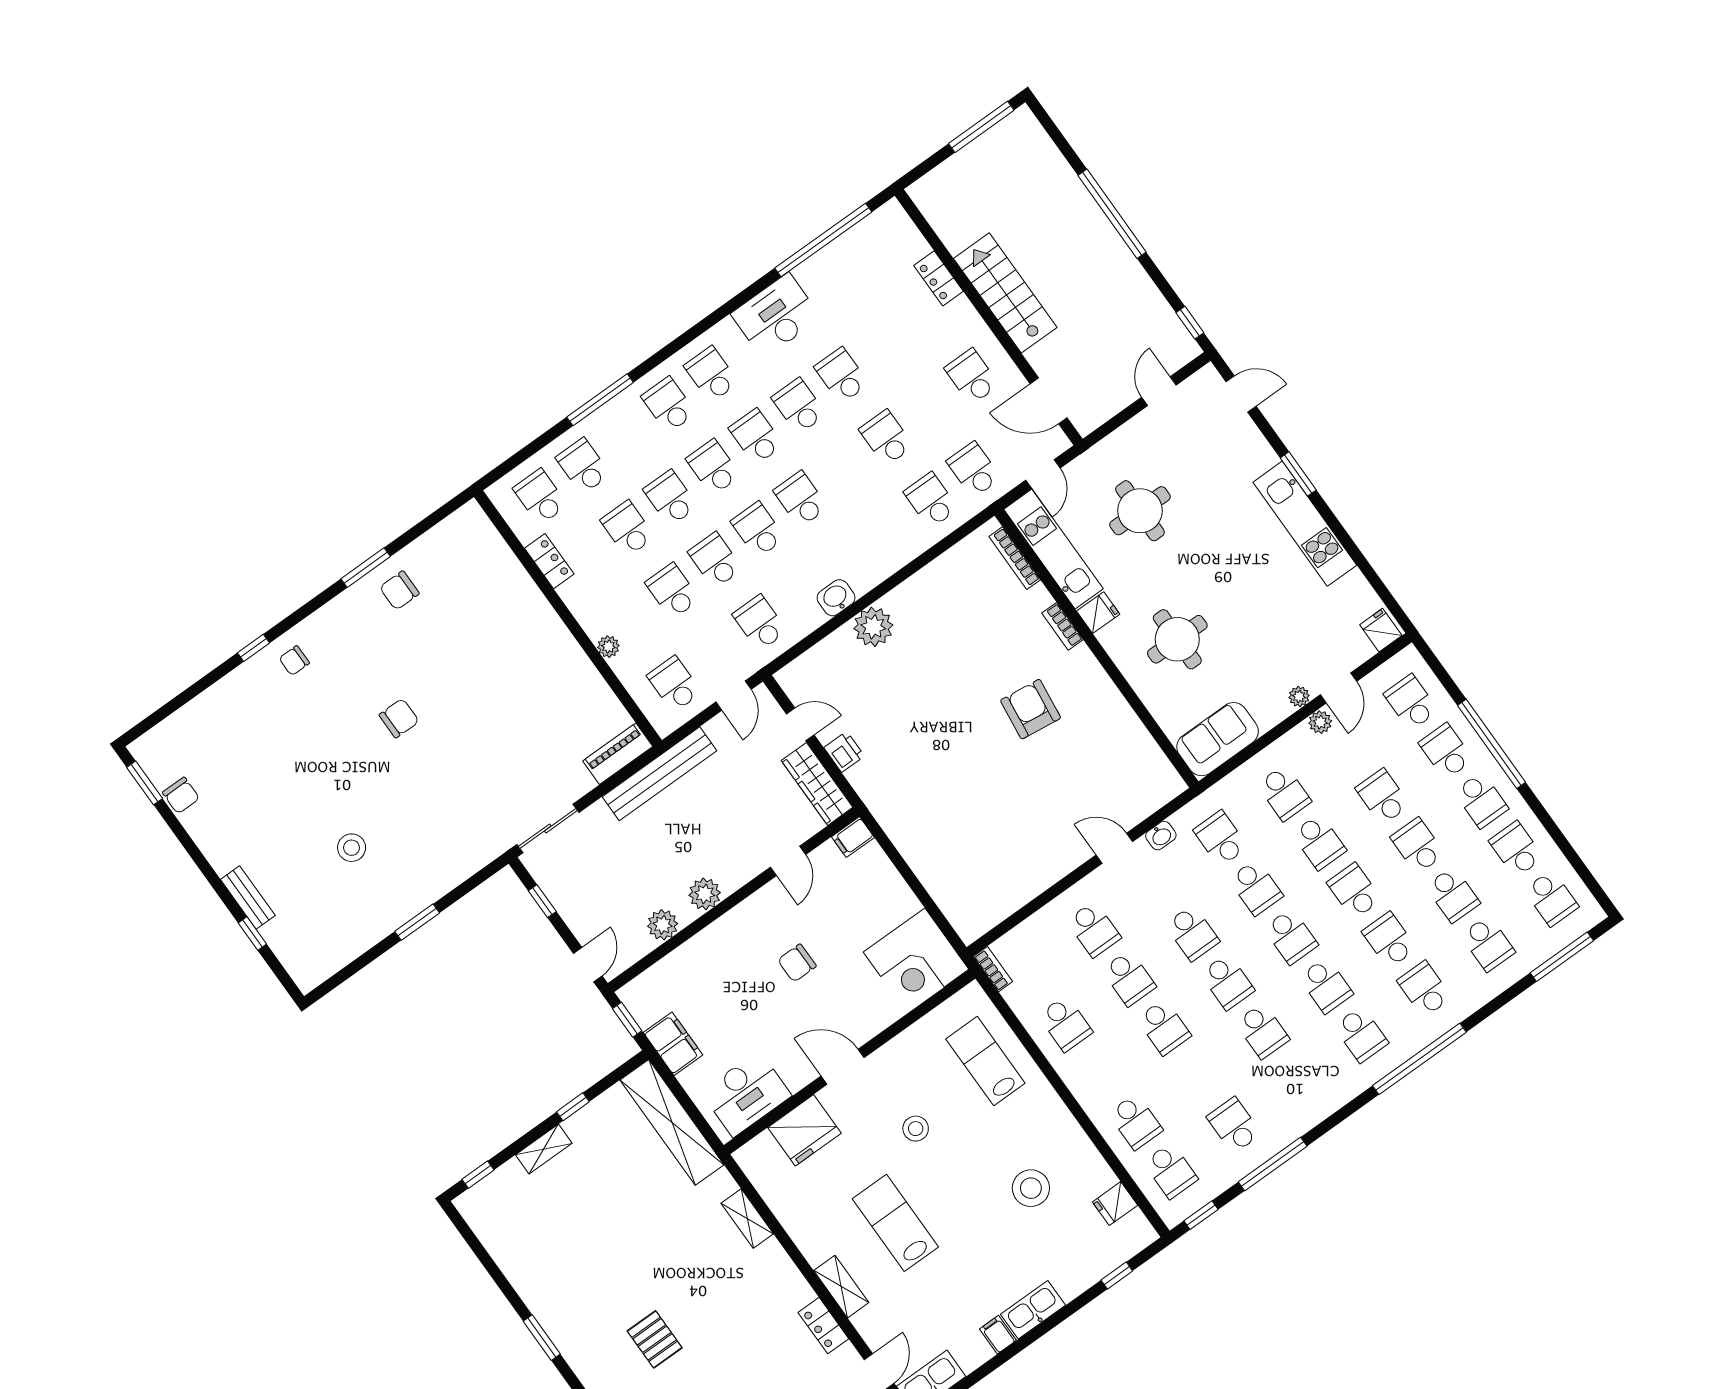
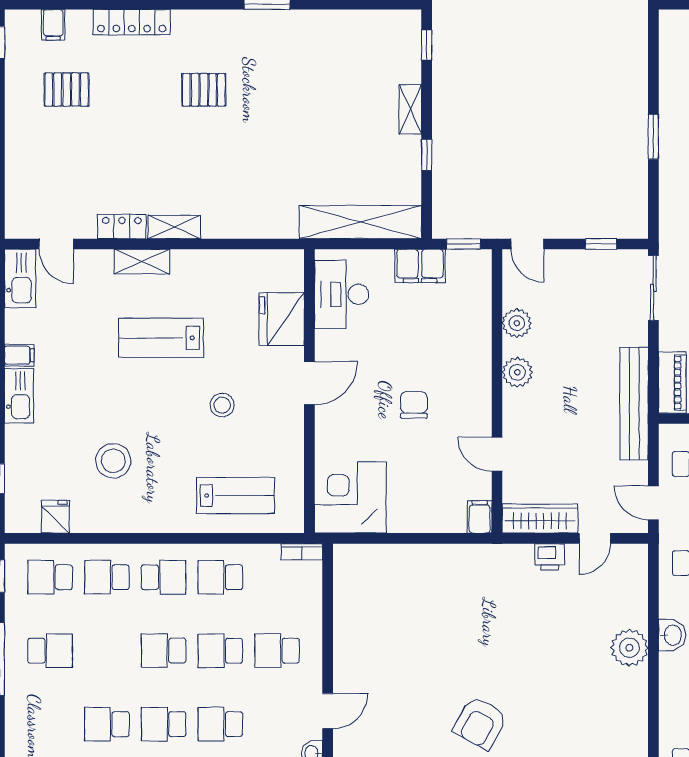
armchair: (1031, 709) -> (480, 723), turned 112
school desk: (1100, 1073) -> (164, 577), added
shelving: (747, 1218) -> (174, 227), moved
lab bench: (895, 1223) -> (161, 338), turned 180

